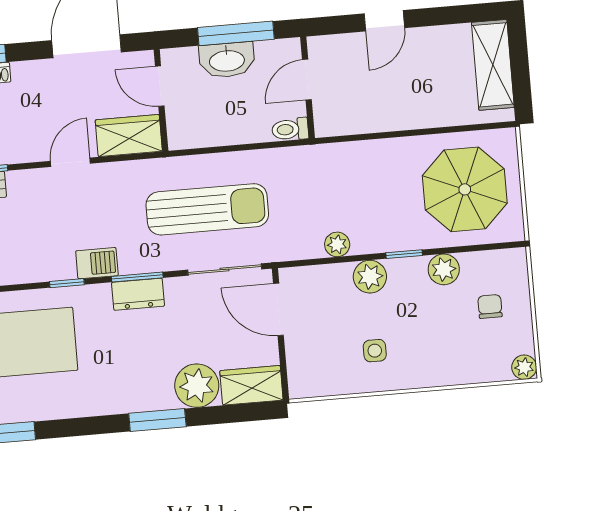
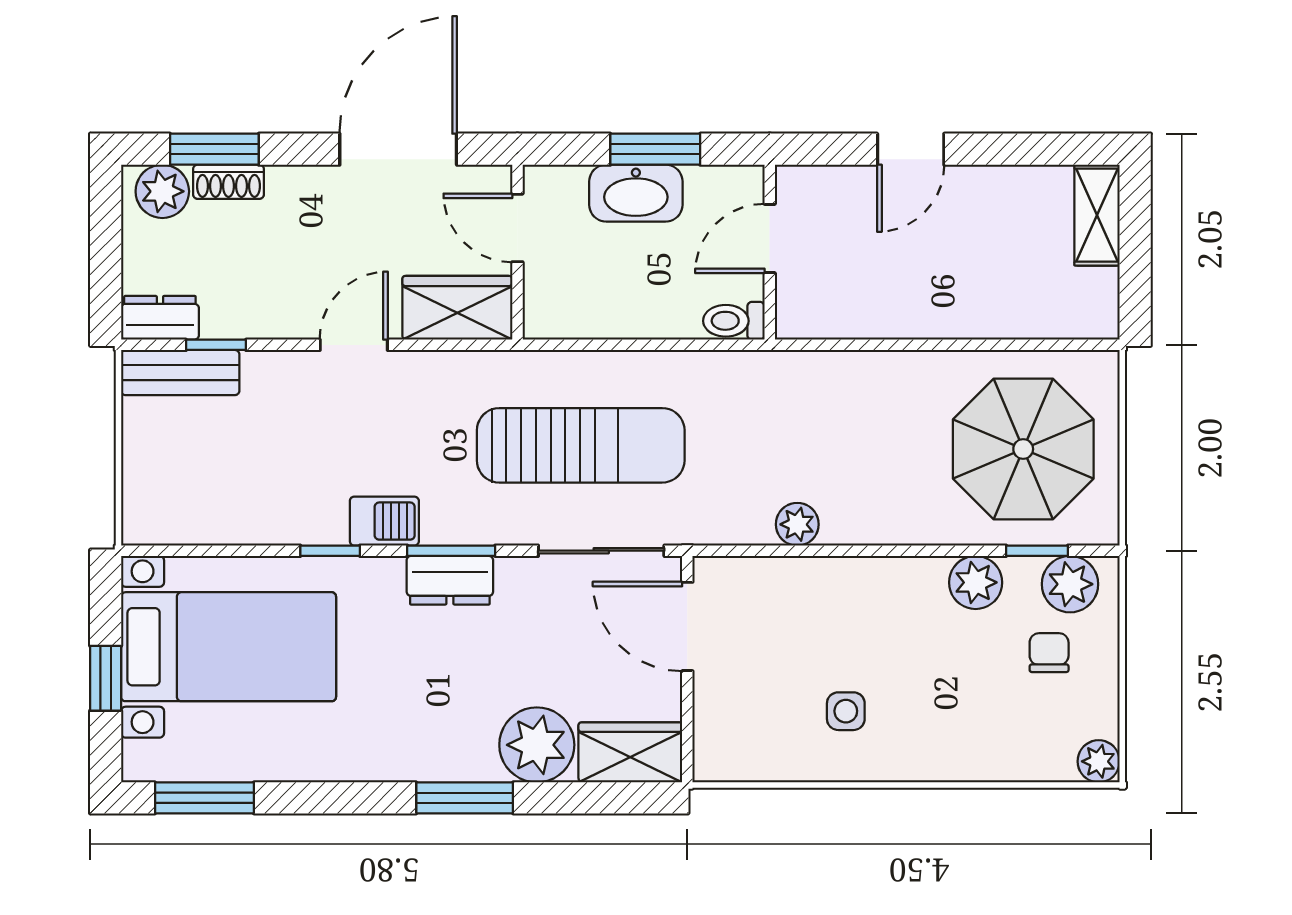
window: (236, 33) -> (655, 149), width x0.69
shelving: (493, 65) -> (1097, 215), width x0.67, depth x0.75
window: (404, 254) -> (1037, 551), moved
plant: (370, 277) -> (1070, 584), moved

